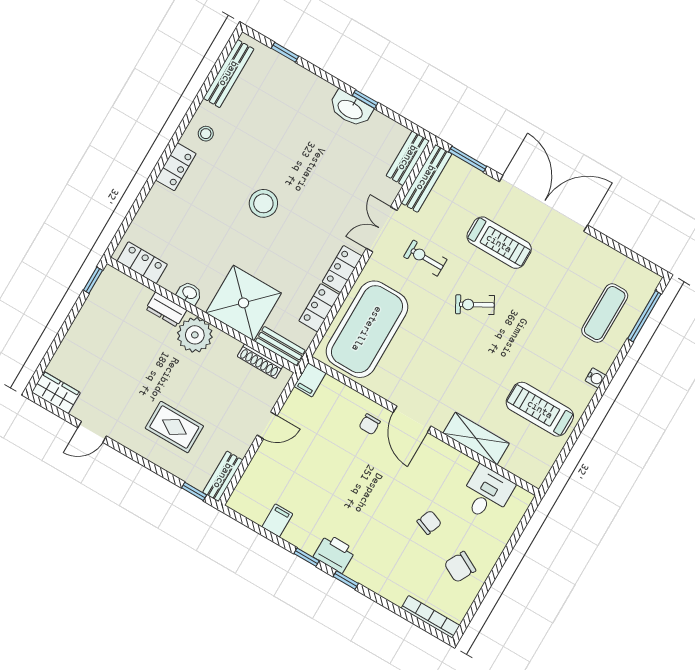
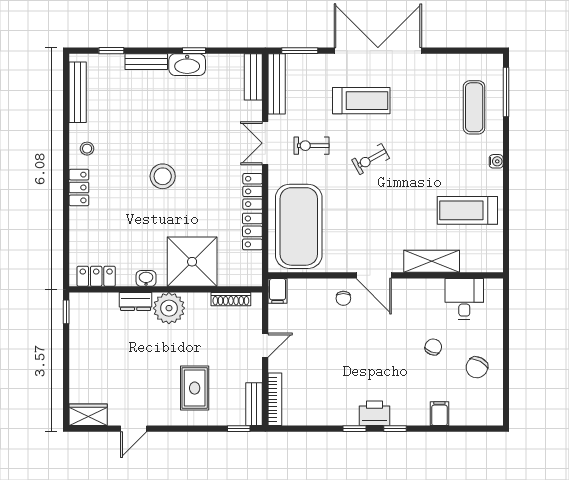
bench: (280, 346) -> (146, 62), moved
rug: (174, 427) -> (195, 388), turned 90
filing cabinet: (277, 520) -> (439, 414), moved
bookcase: (430, 617) -> (275, 399), moved, turned 90

